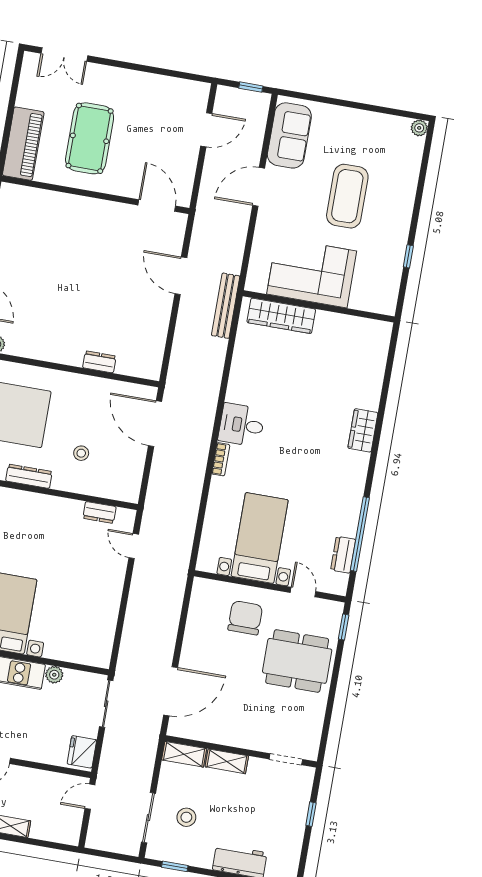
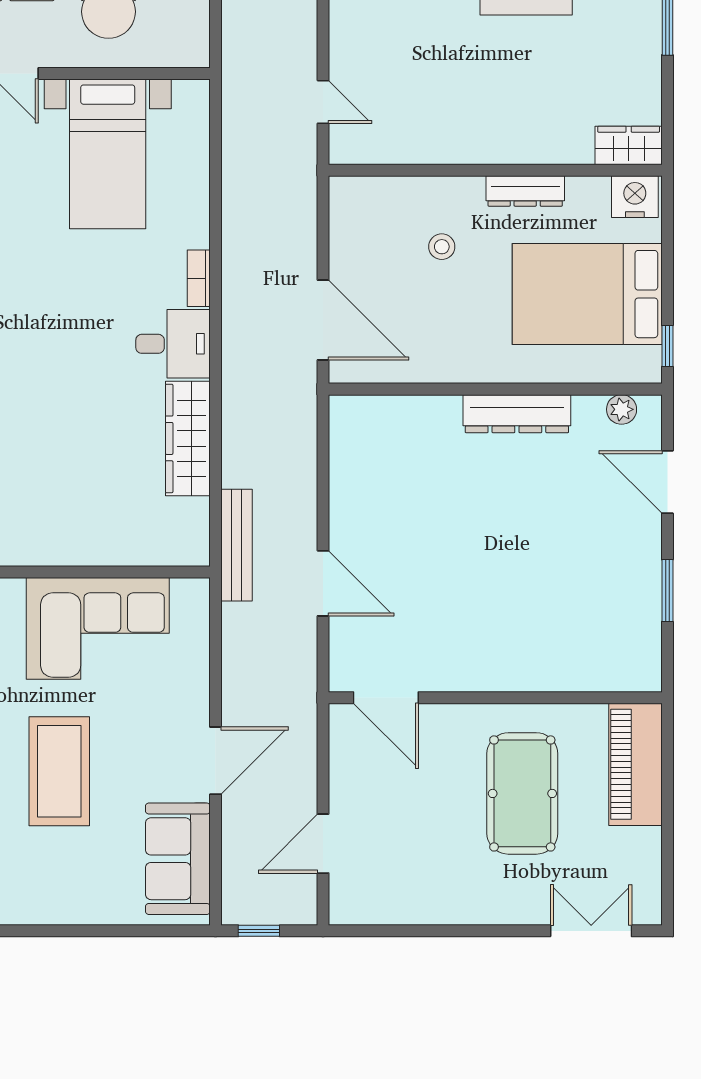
wardrobe: (281, 316) -> (188, 438), moved, turned -90
dresser: (99, 362) -> (517, 414), moved, width x1.96, depth x1.24
dresser: (99, 512) -> (392, 150), removed

